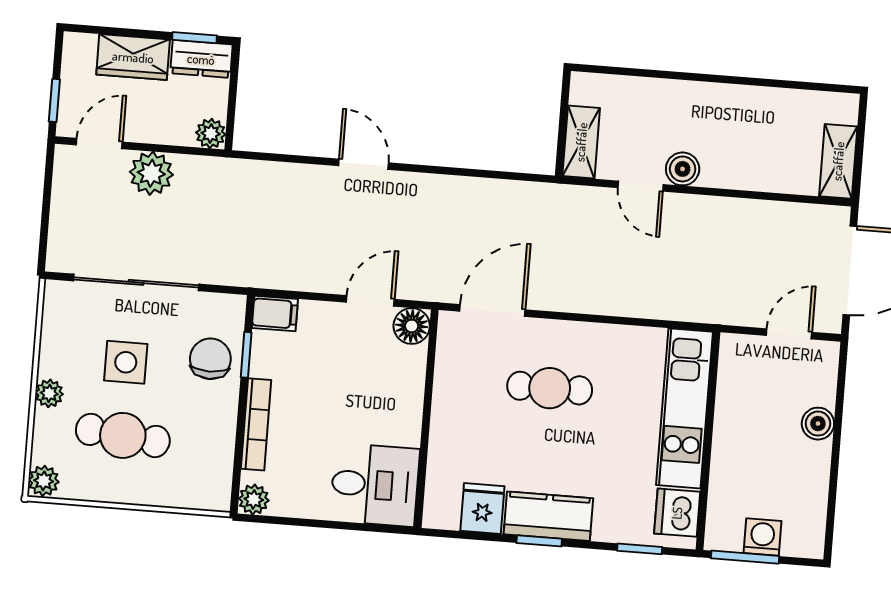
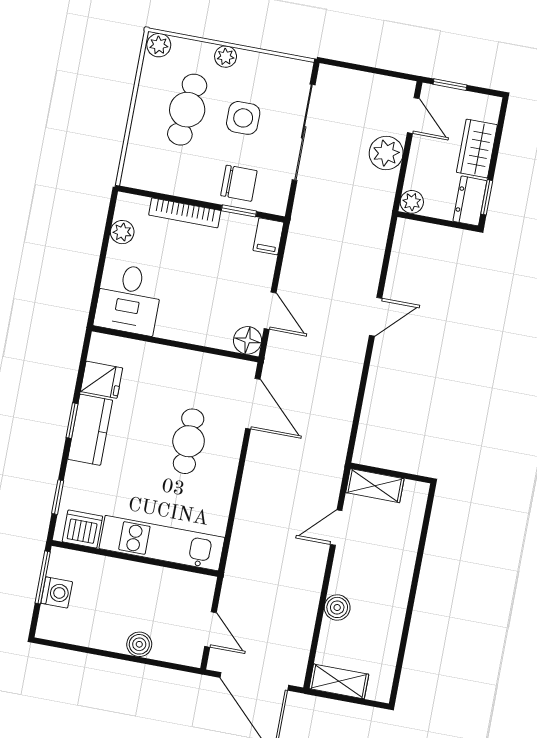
boiler: (683, 169) -> (337, 607), moved
plant: (254, 499) -> (122, 232), moved

